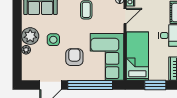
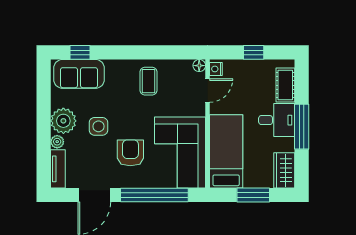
tv unit: (27, 68) -> (58, 169), added

